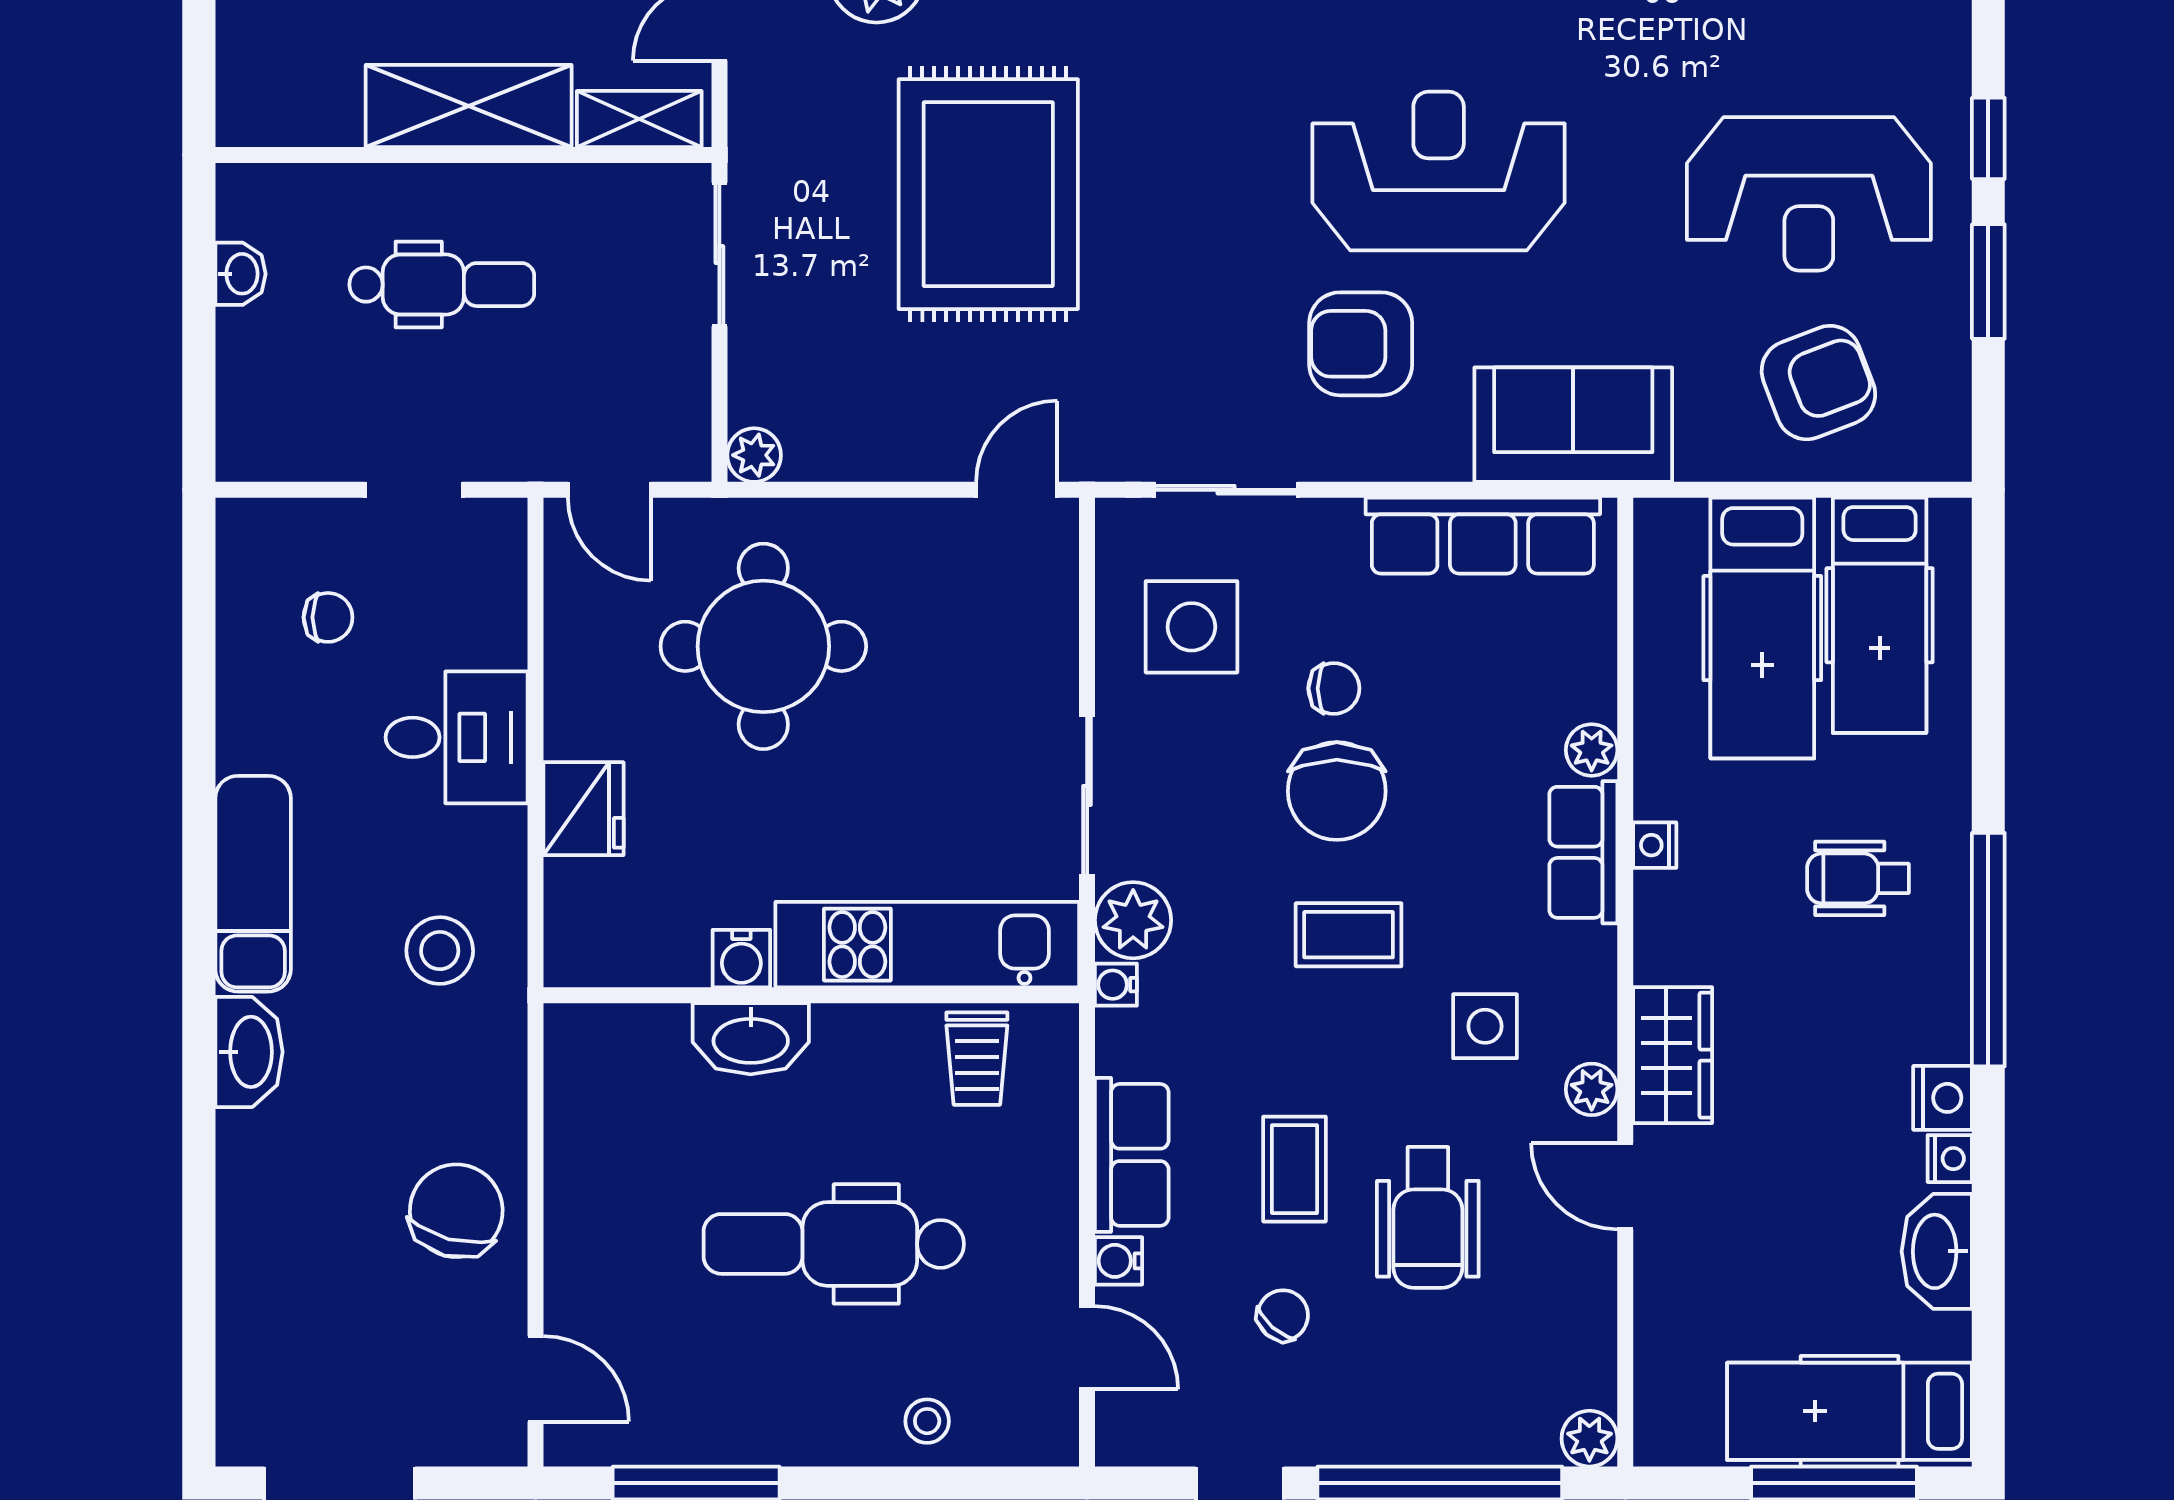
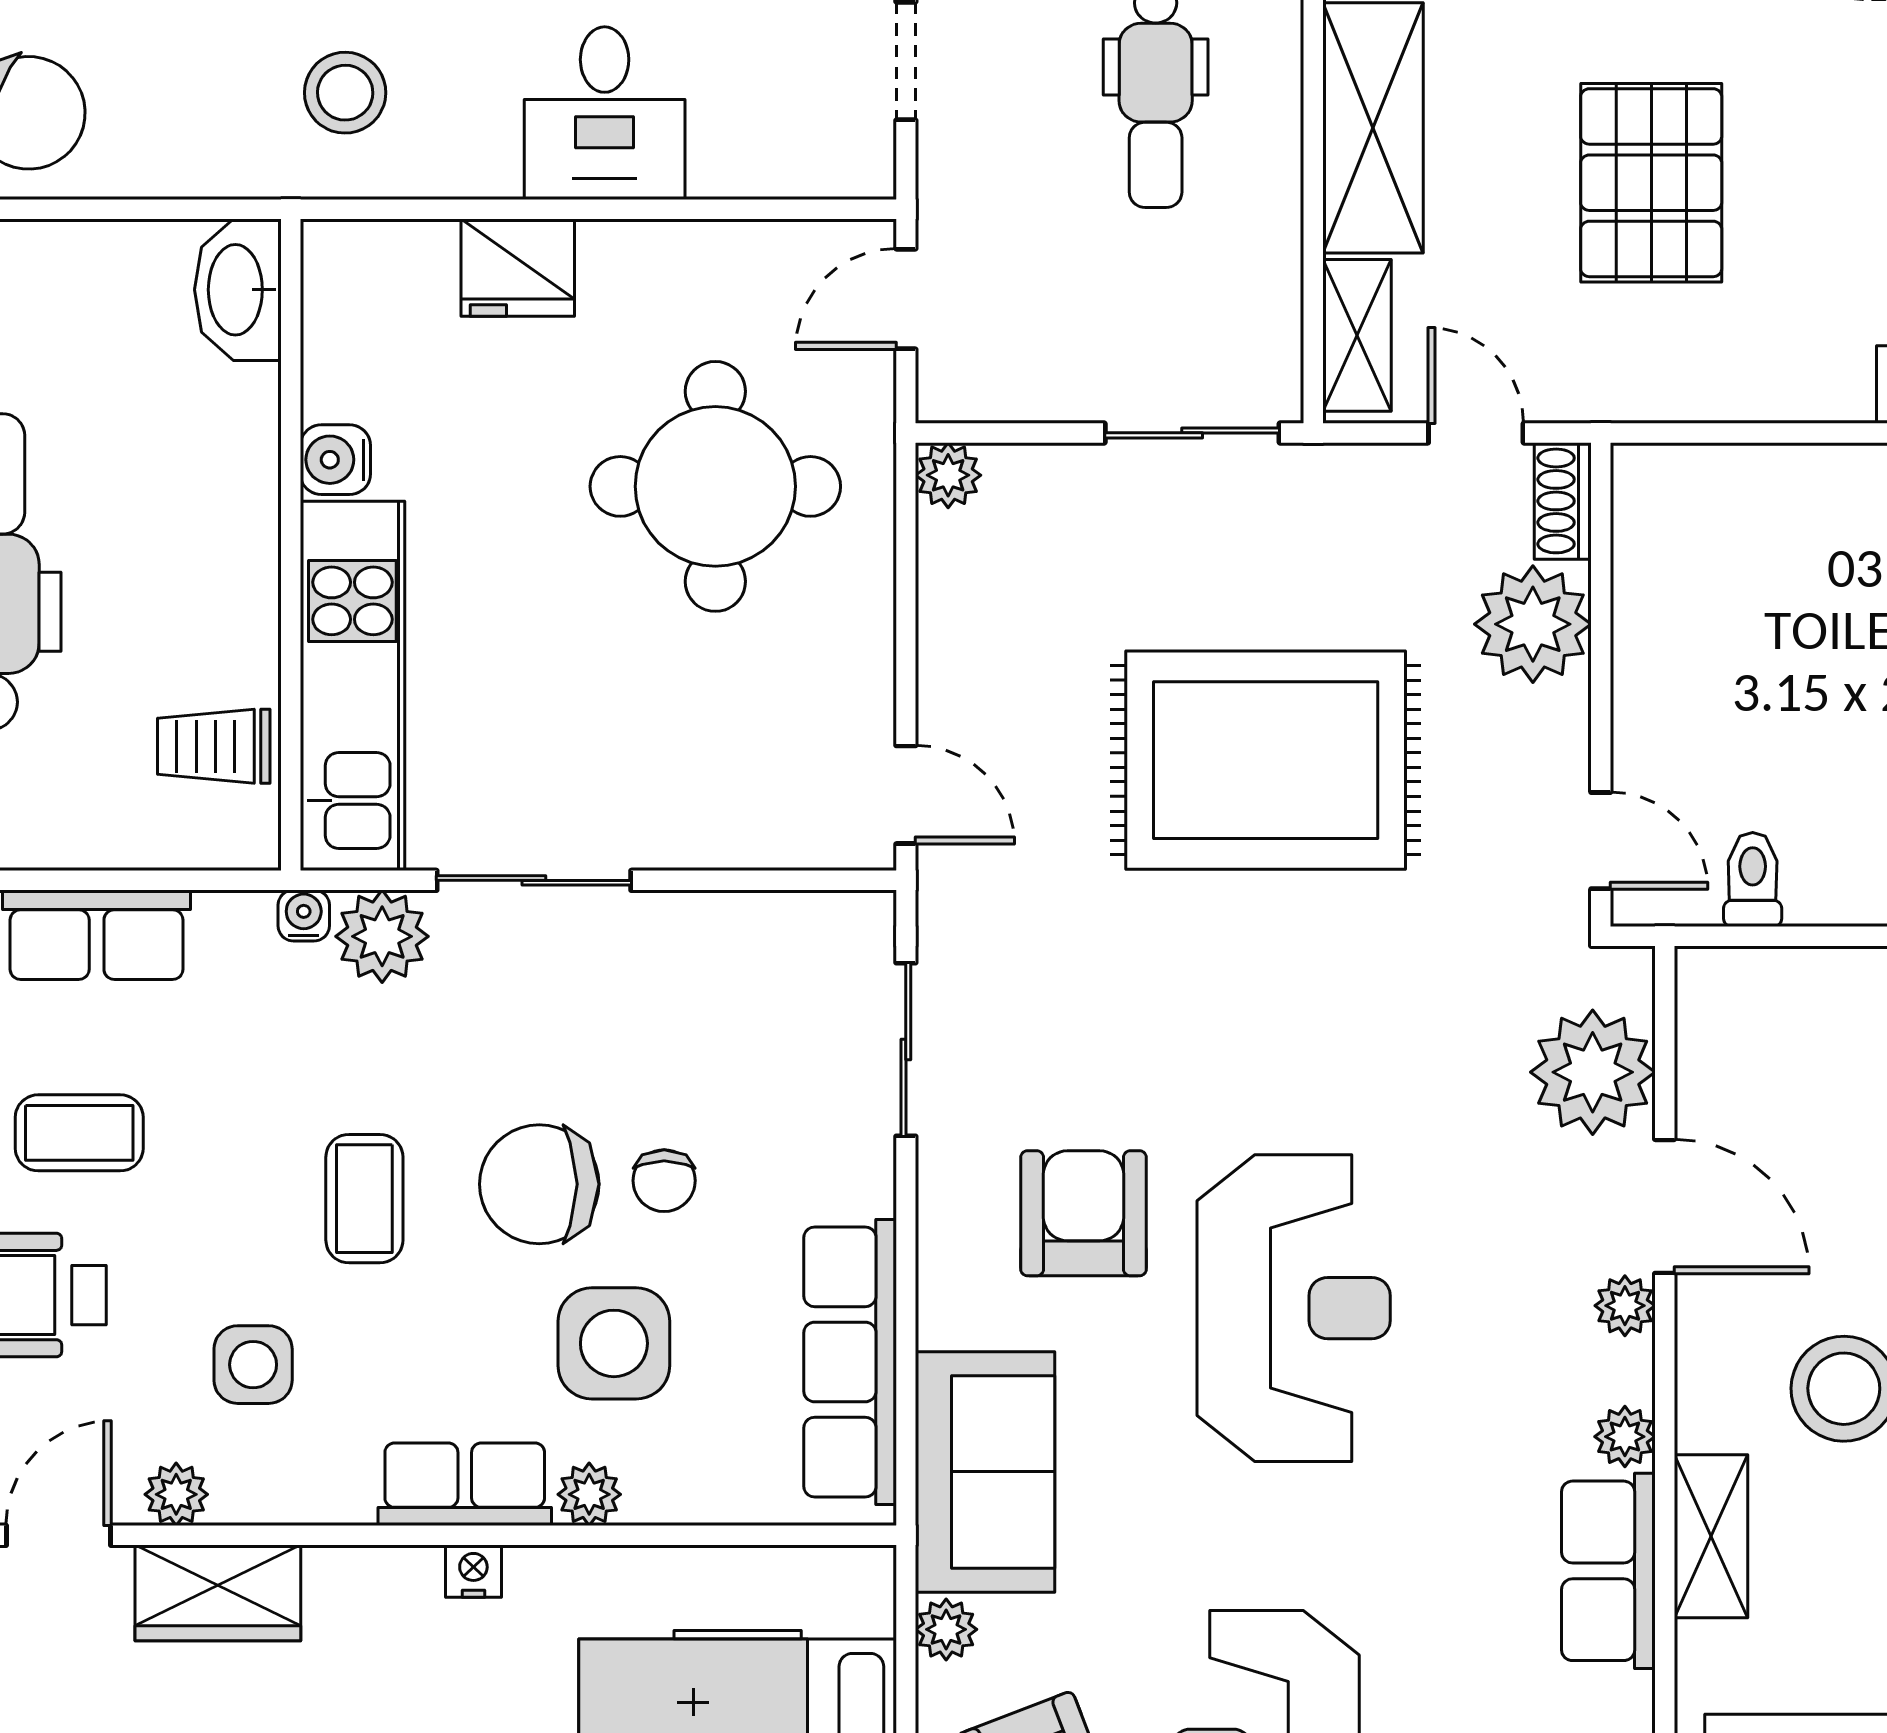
plant: (1703, 457) -> (946, 1629), added
side table: (1191, 627) -> (614, 1343), moved
washbasin: (751, 1039) -> (238, 290), moved

